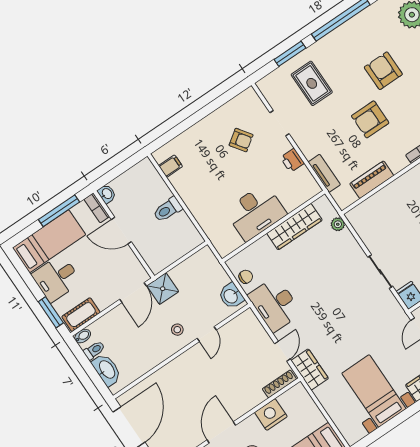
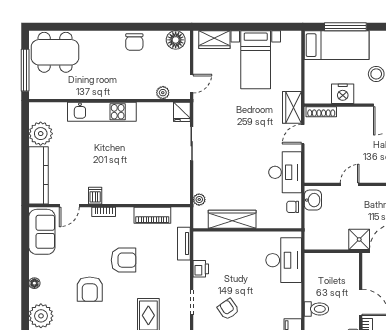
toilet: (168, 210) -> (316, 309), moved
desk: (256, 212) -> (284, 260), moved, turned 90
stool: (177, 330) -> (369, 202), removed

